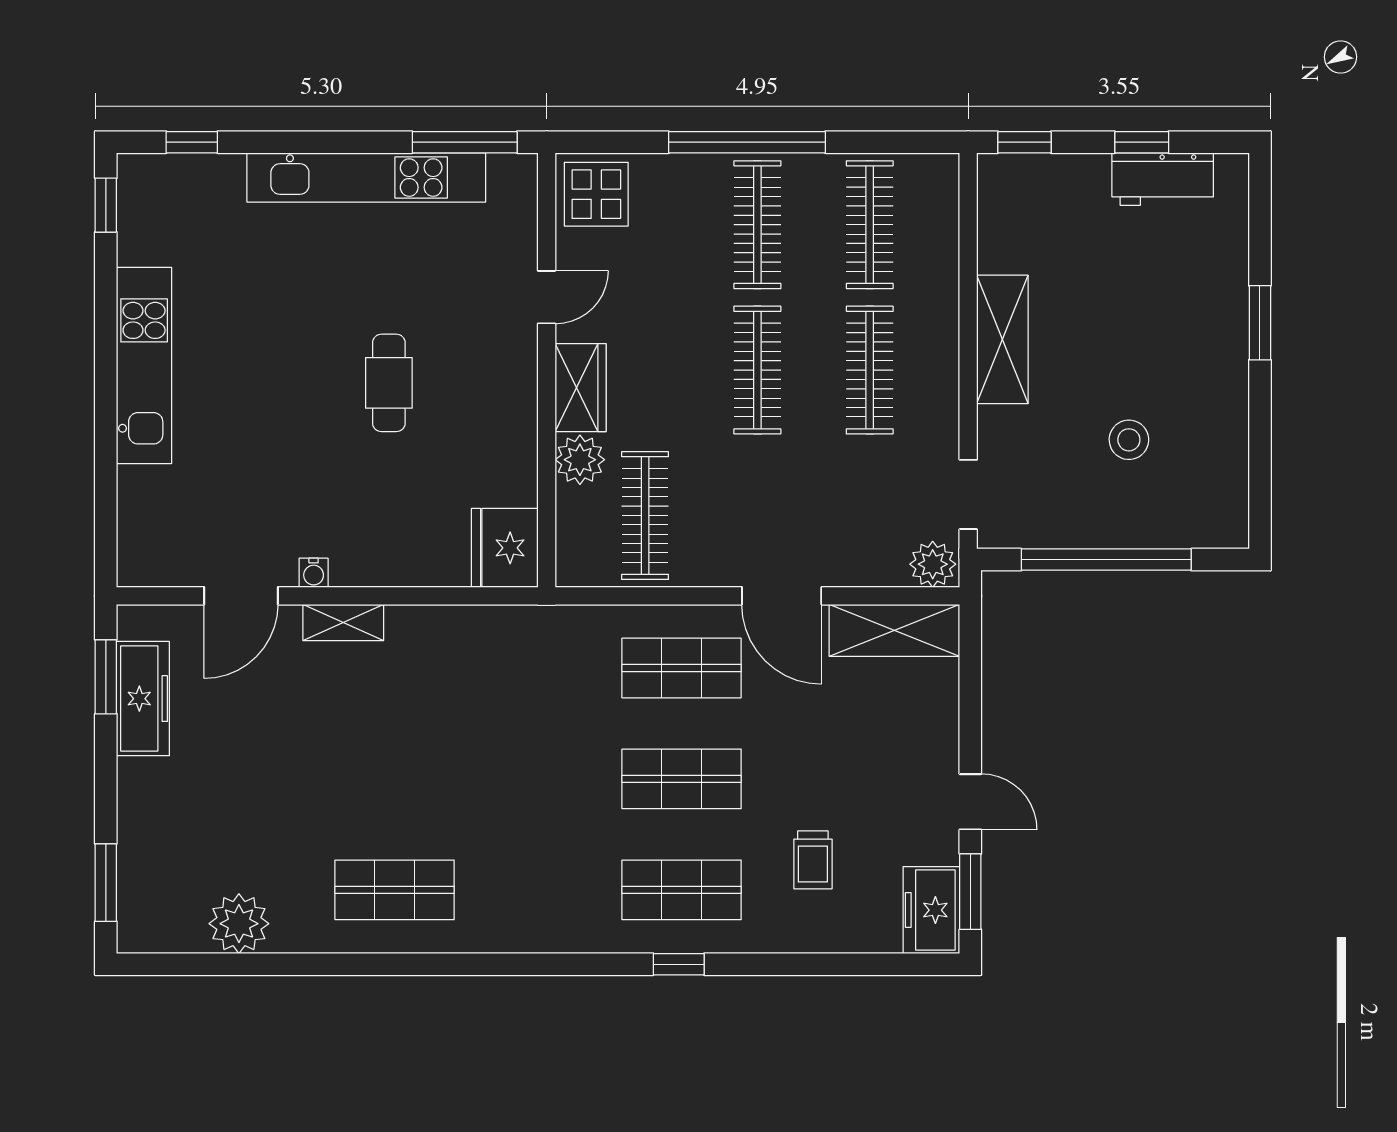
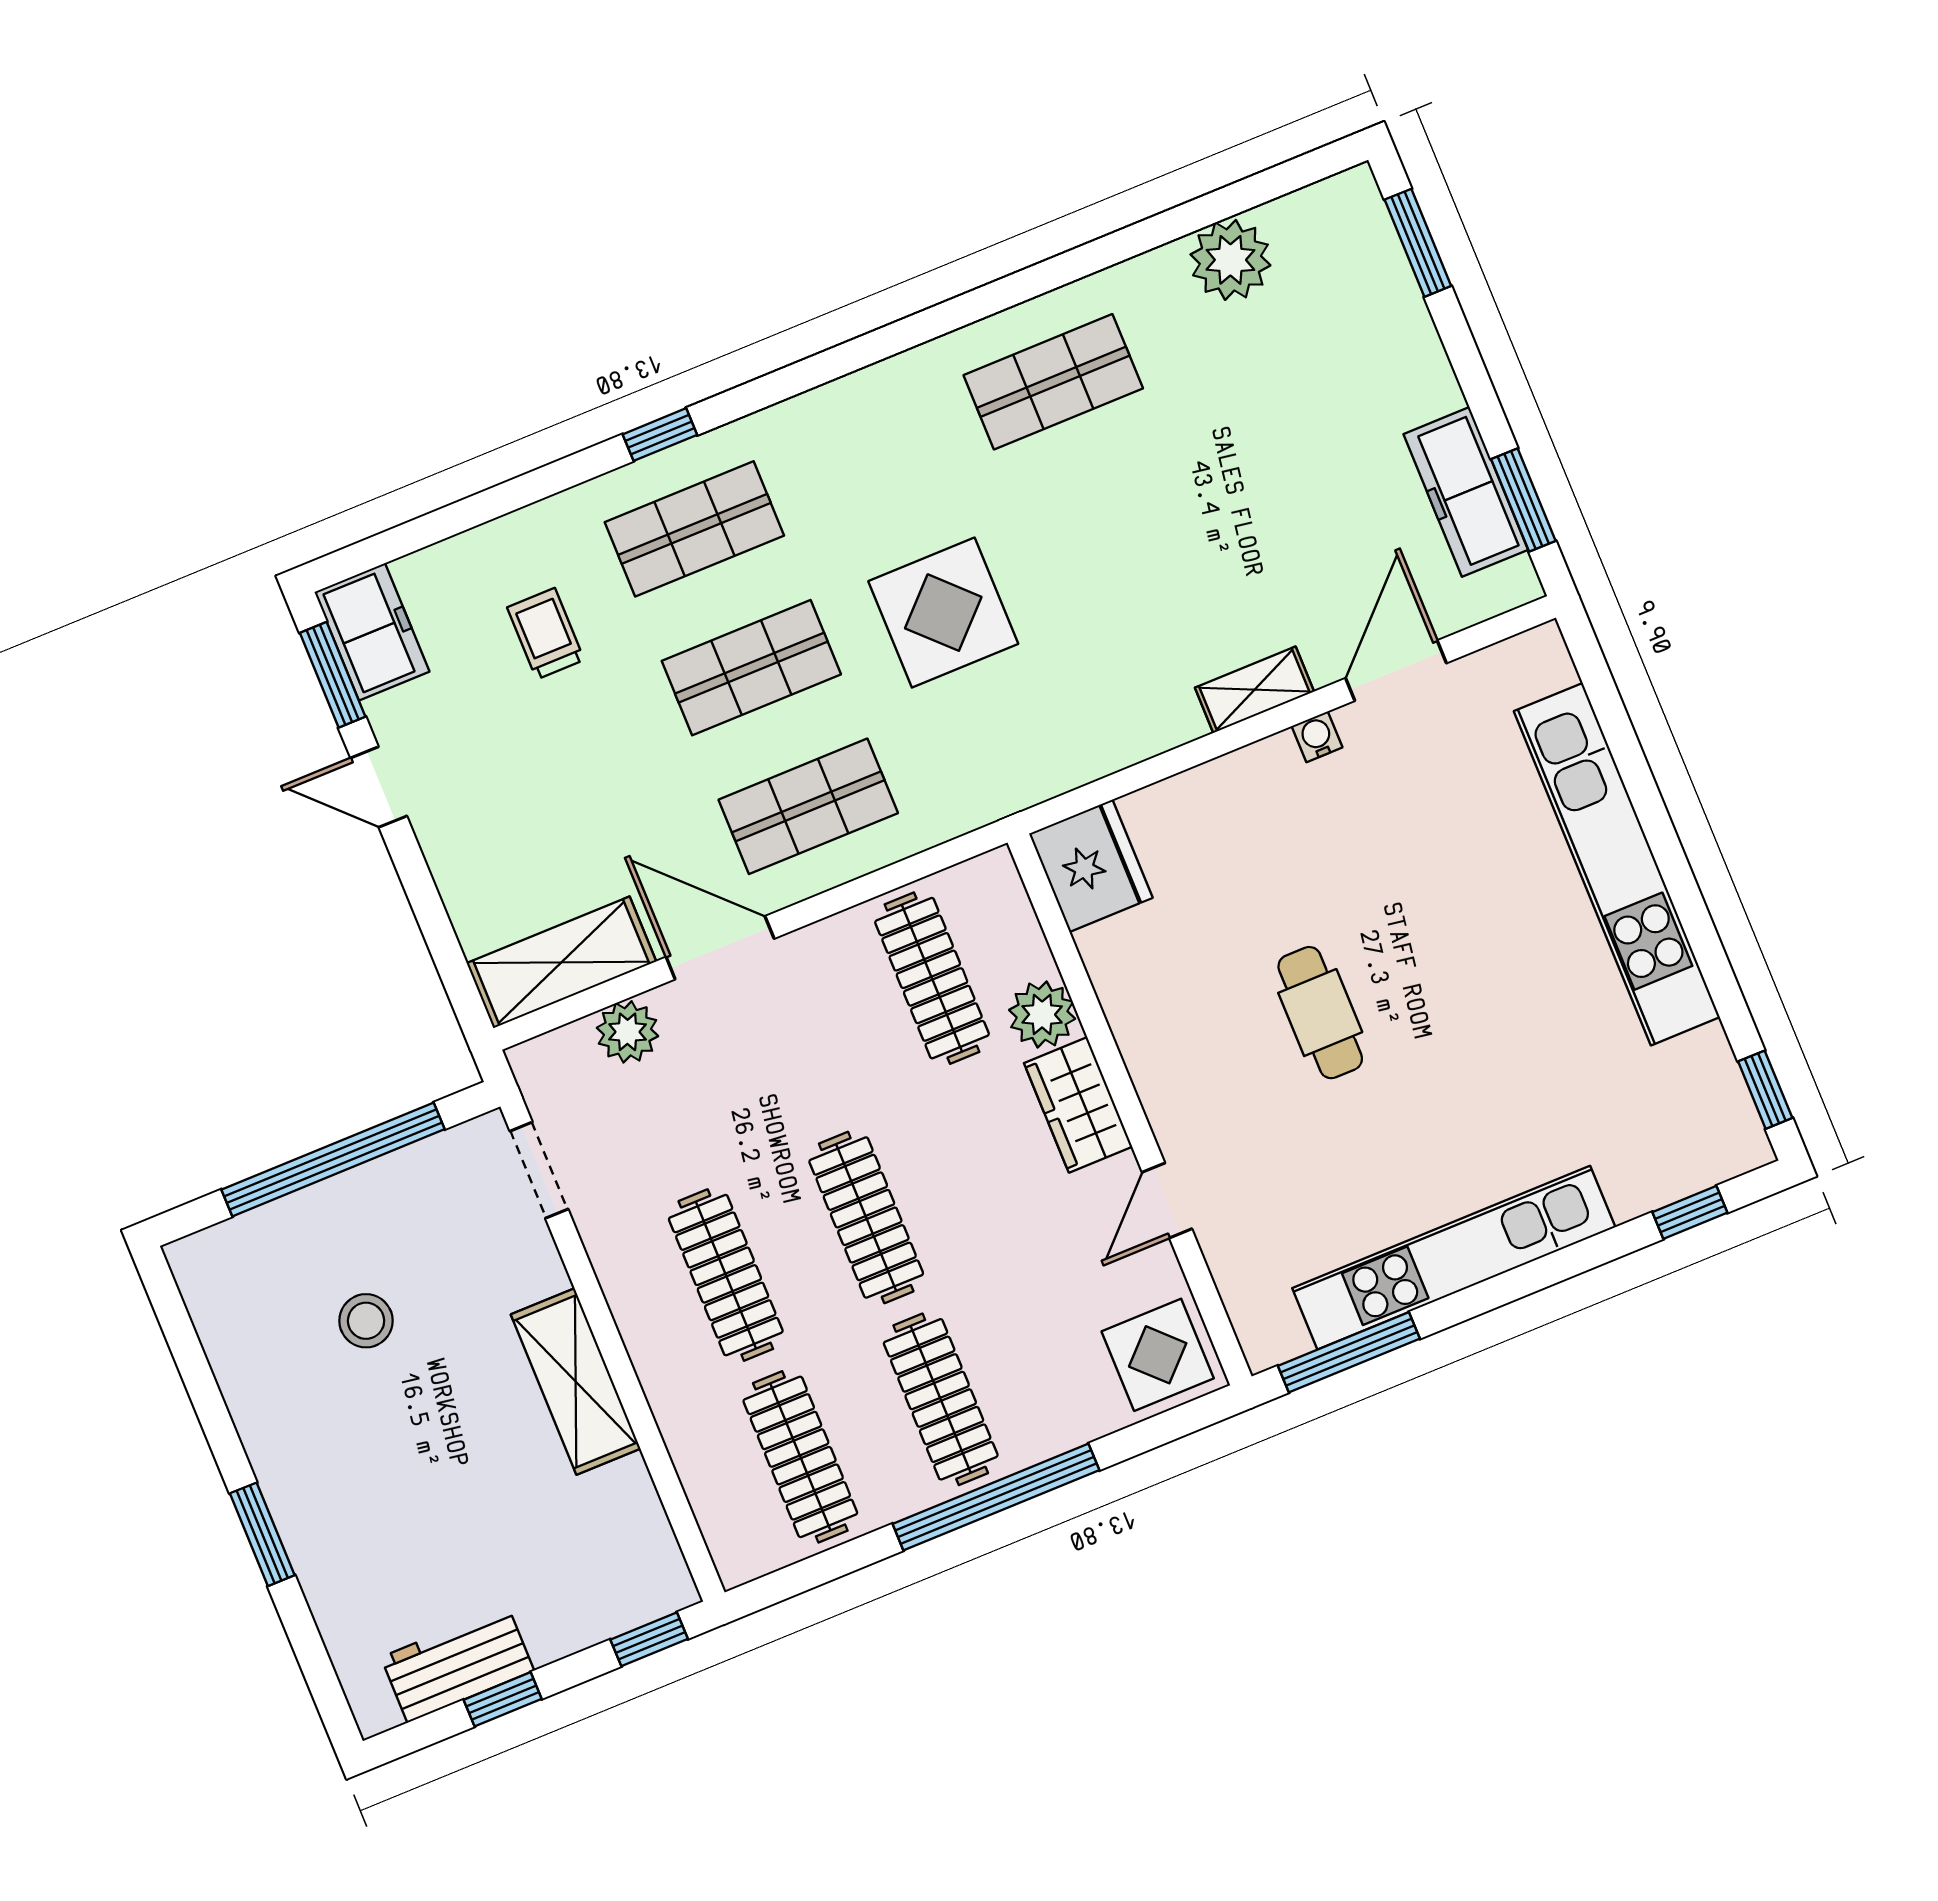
kitchen unit: (144, 366) -> (1617, 864), width x1.36
plant: (933, 564) -> (628, 1032), moved
display table: (535, 763) -> (943, 613), added

